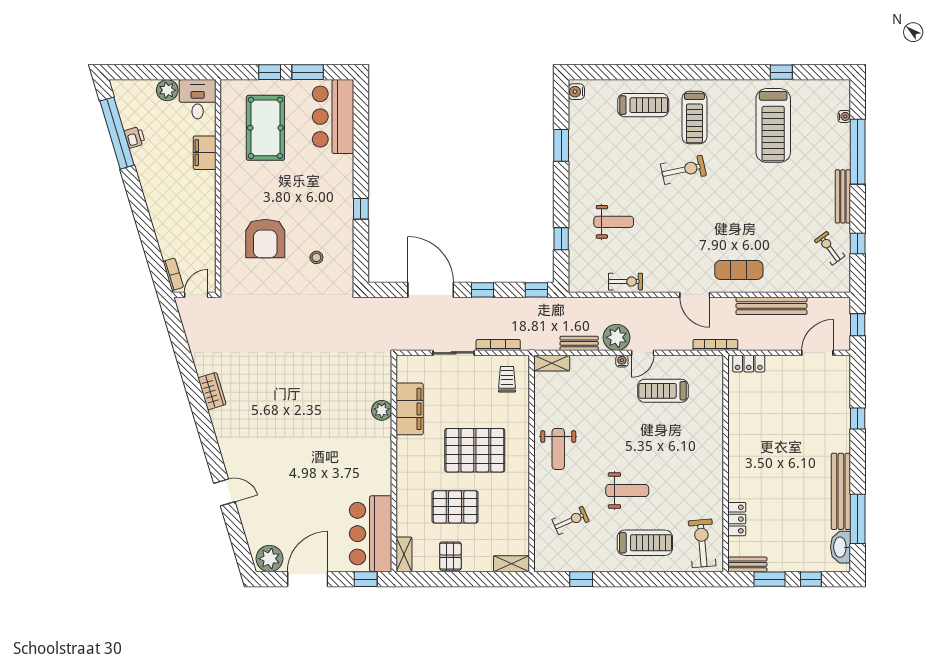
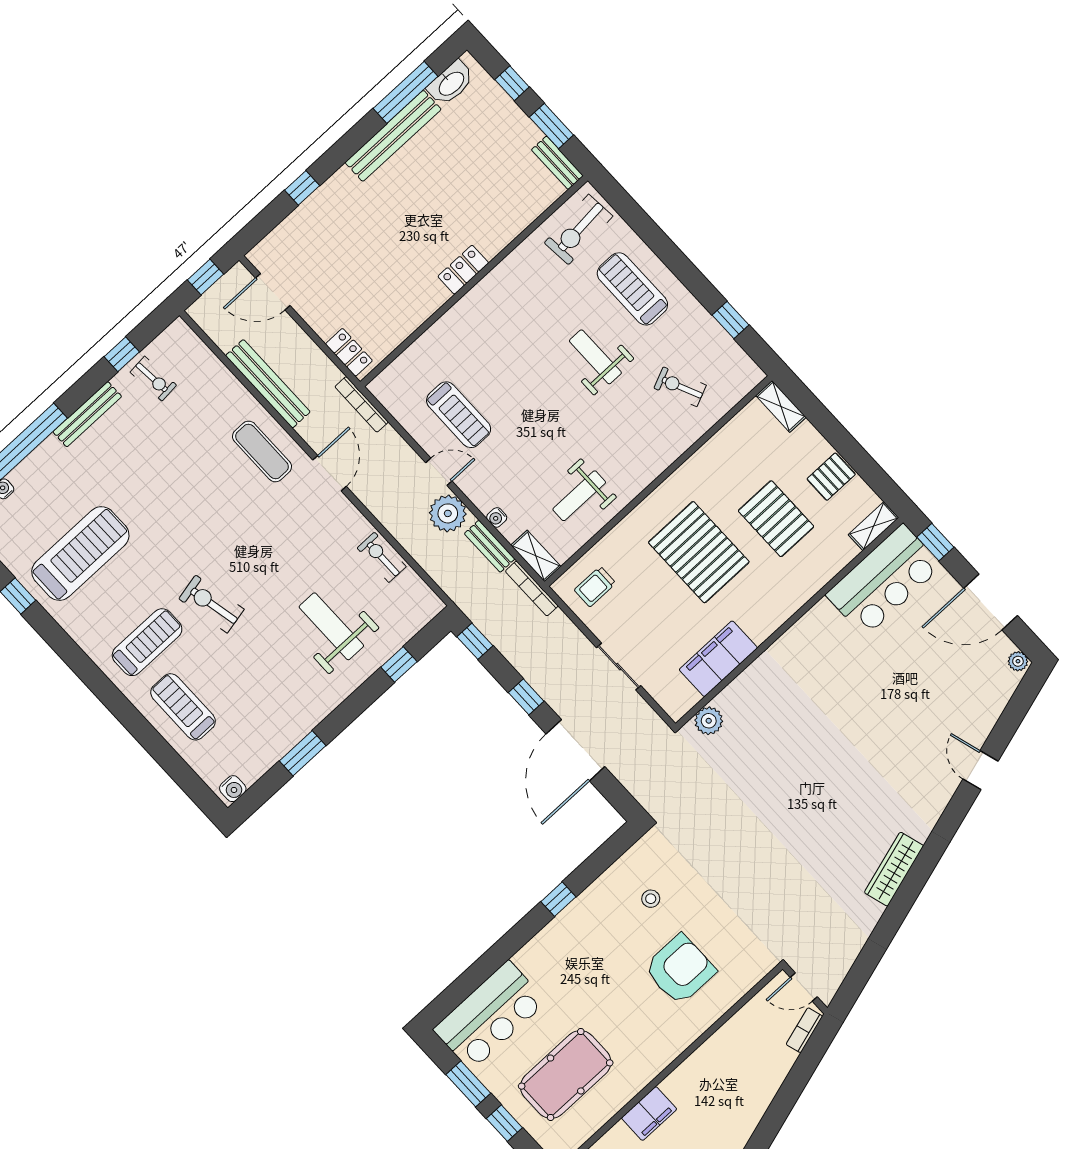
weight bench: (614, 222) -> (331, 626), width x1.36, depth x1.33
exercise bike: (830, 248) -> (153, 379), turned -59
bookcase: (498, 345) -> (532, 589), moved
water cooler: (622, 361) -> (497, 517), moved
wardrobe: (212, 391) -> (894, 869), width x1.50
plant: (382, 410) -> (709, 721), moved
weight bench: (558, 449) -> (579, 496), moved, turned 180
locker: (737, 519) -> (463, 270), moved
plant: (270, 559) -> (1018, 661), width x0.53, depth x0.53

